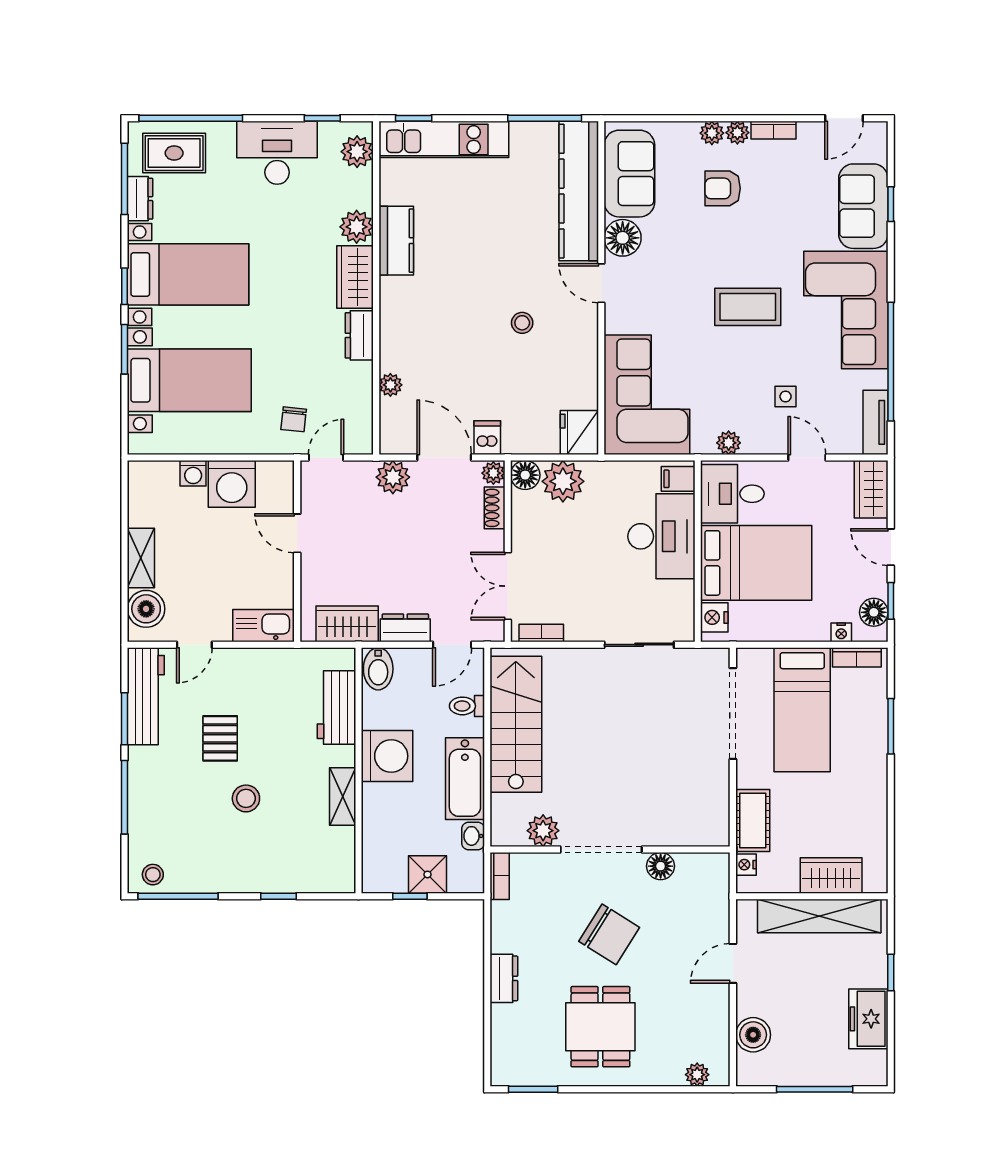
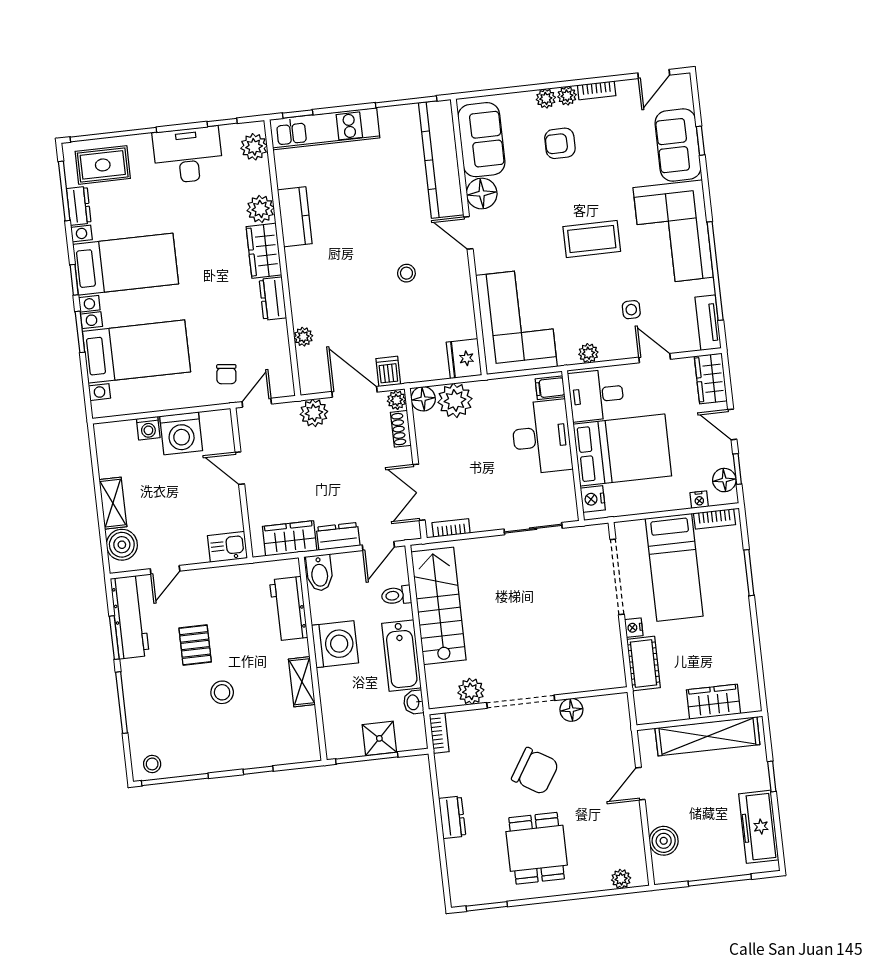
kitchen sink: (263, 626) -> (227, 547), width x0.73
nightstand: (746, 865) -> (634, 628), moved
window: (410, 896) -> (367, 758), width x2.17
freezer: (868, 1019) -> (759, 827), width x1.40

